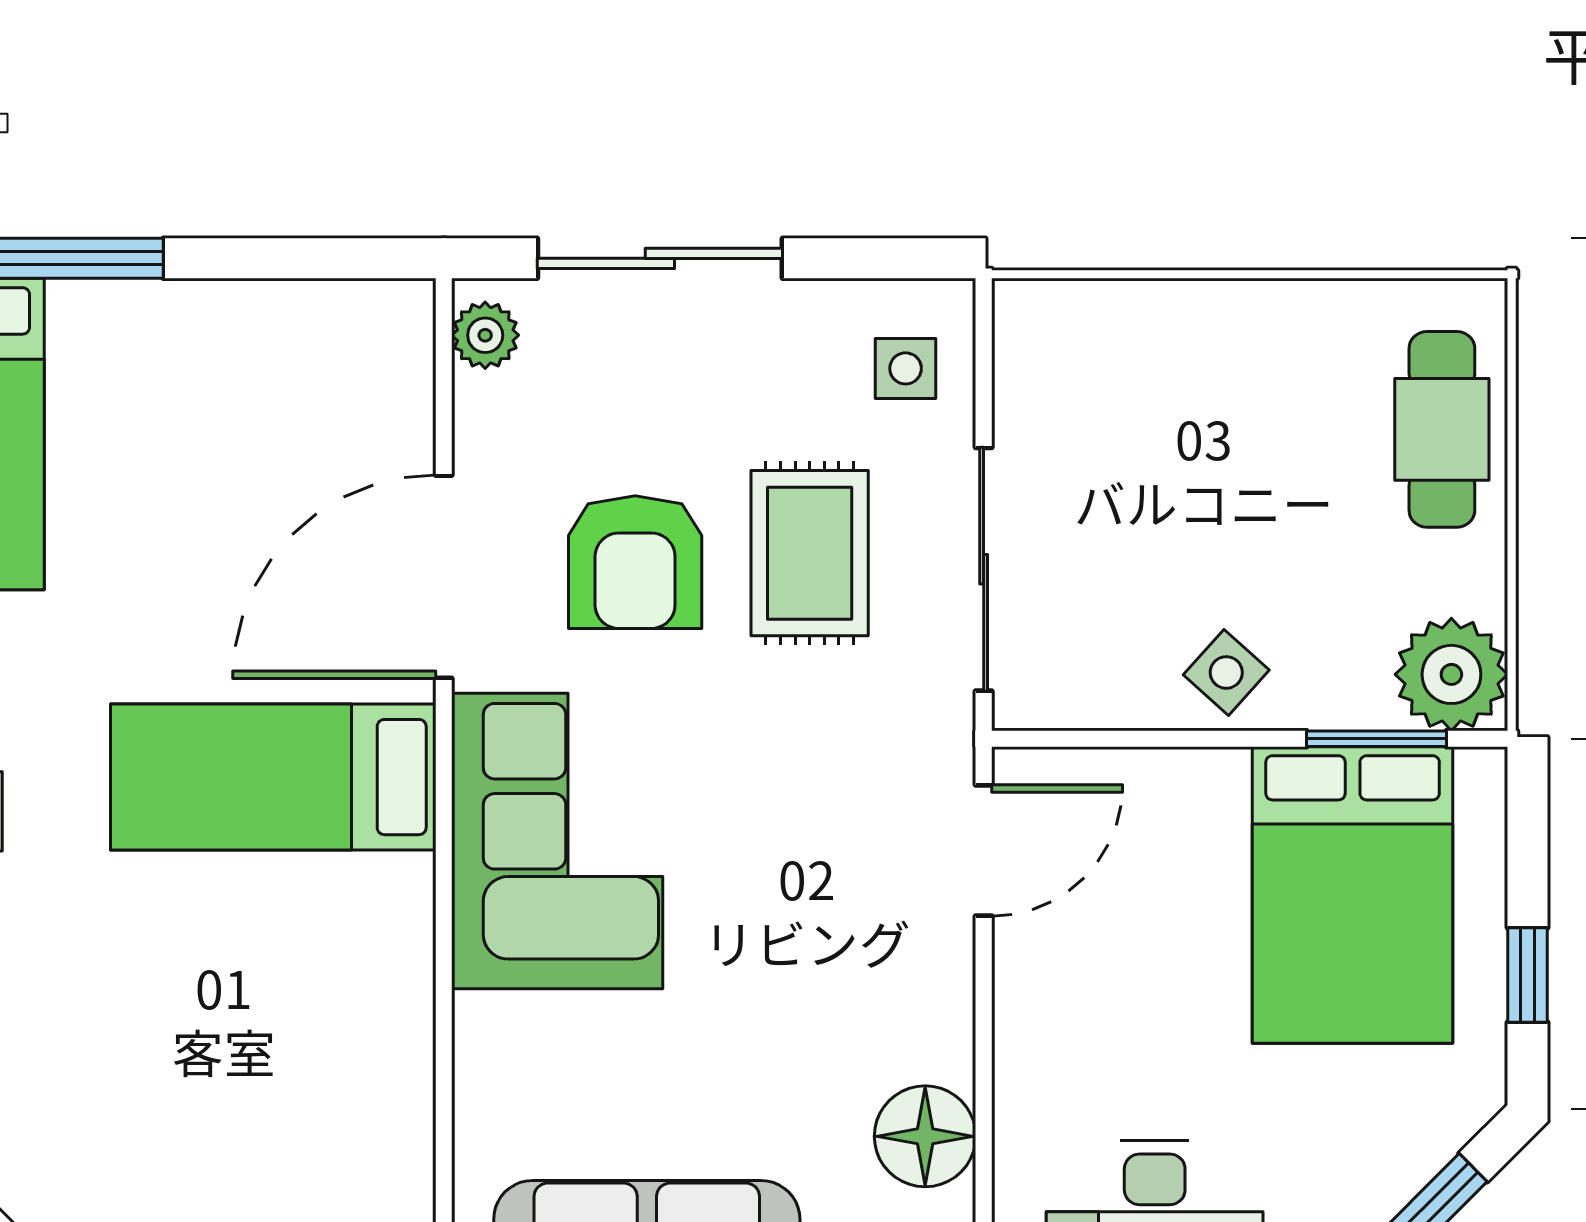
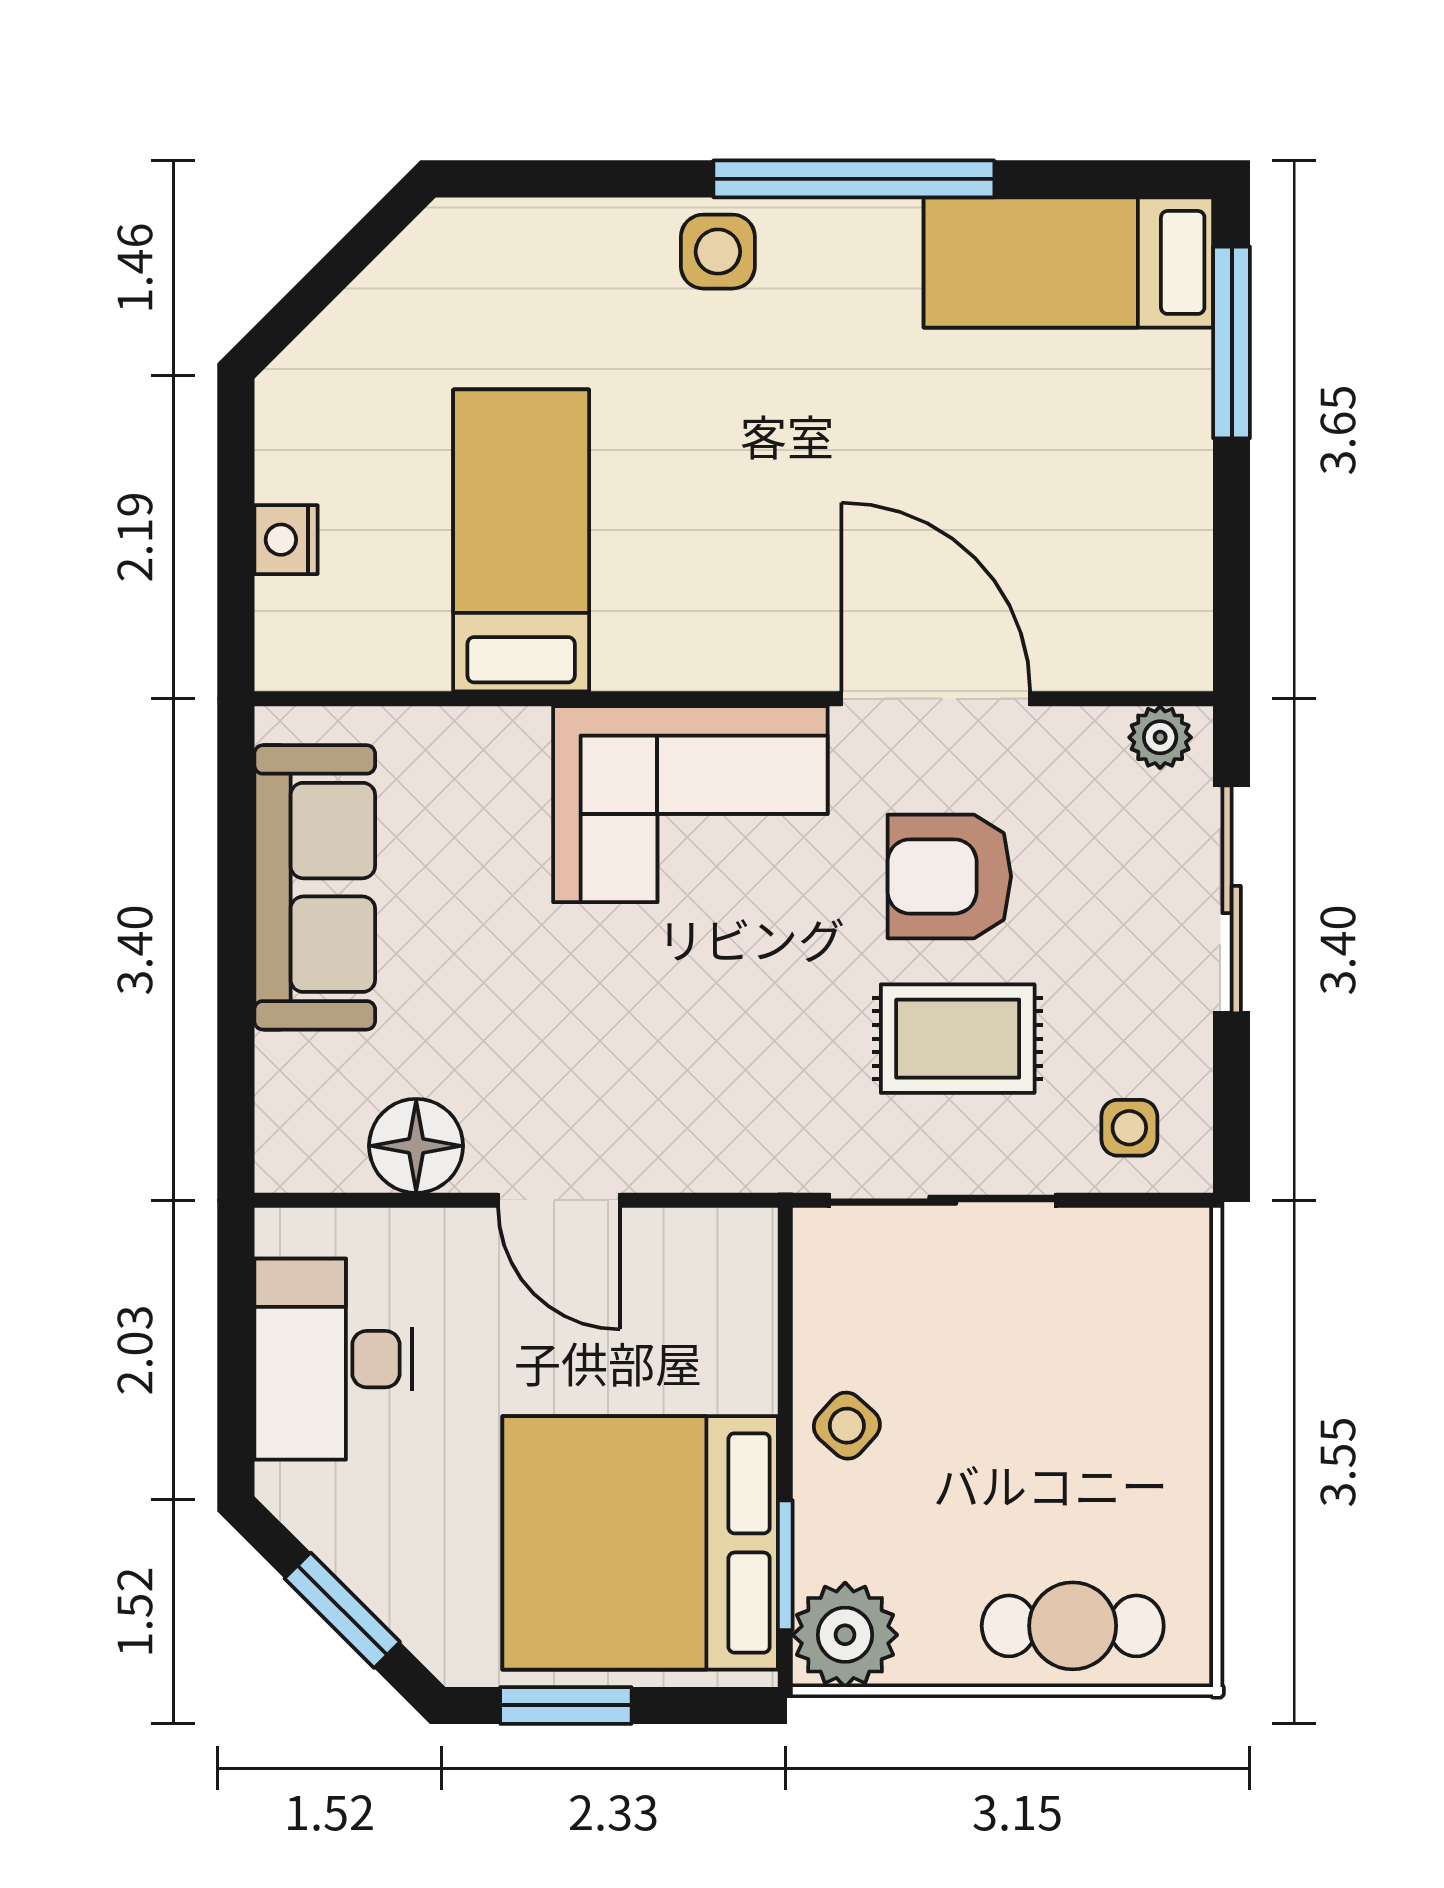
bed: (273, 777) -> (521, 540), moved
door: (984, 850) -> (559, 1200), moved
bed: (1353, 895) -> (640, 1543), width x1.36
window: (1528, 975) -> (566, 1705), width x1.50

